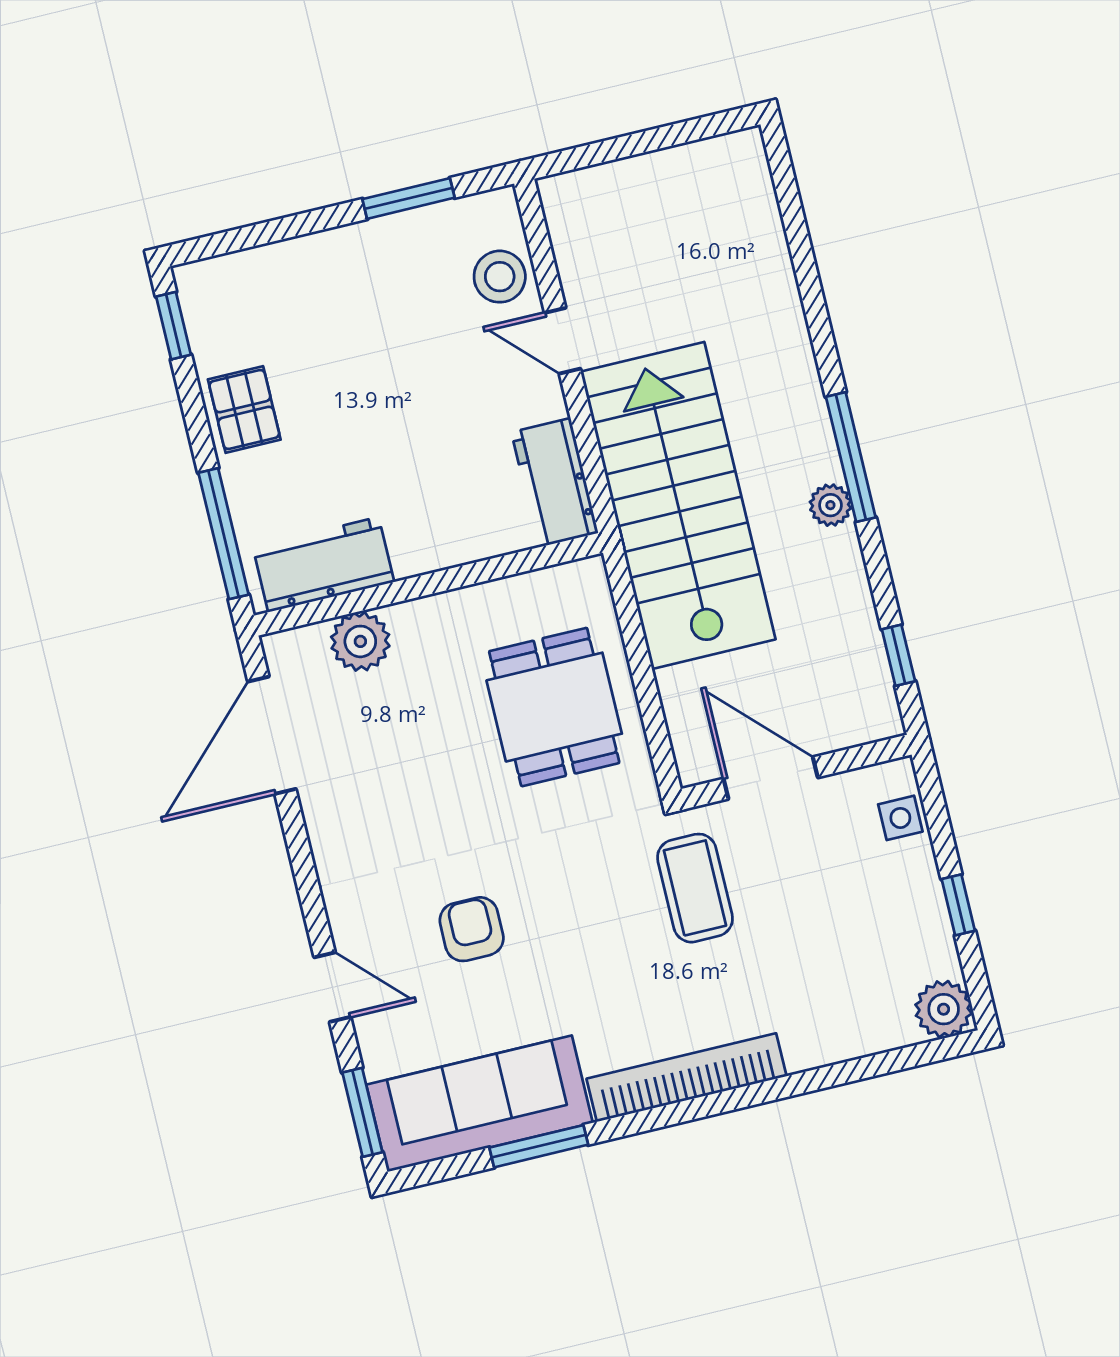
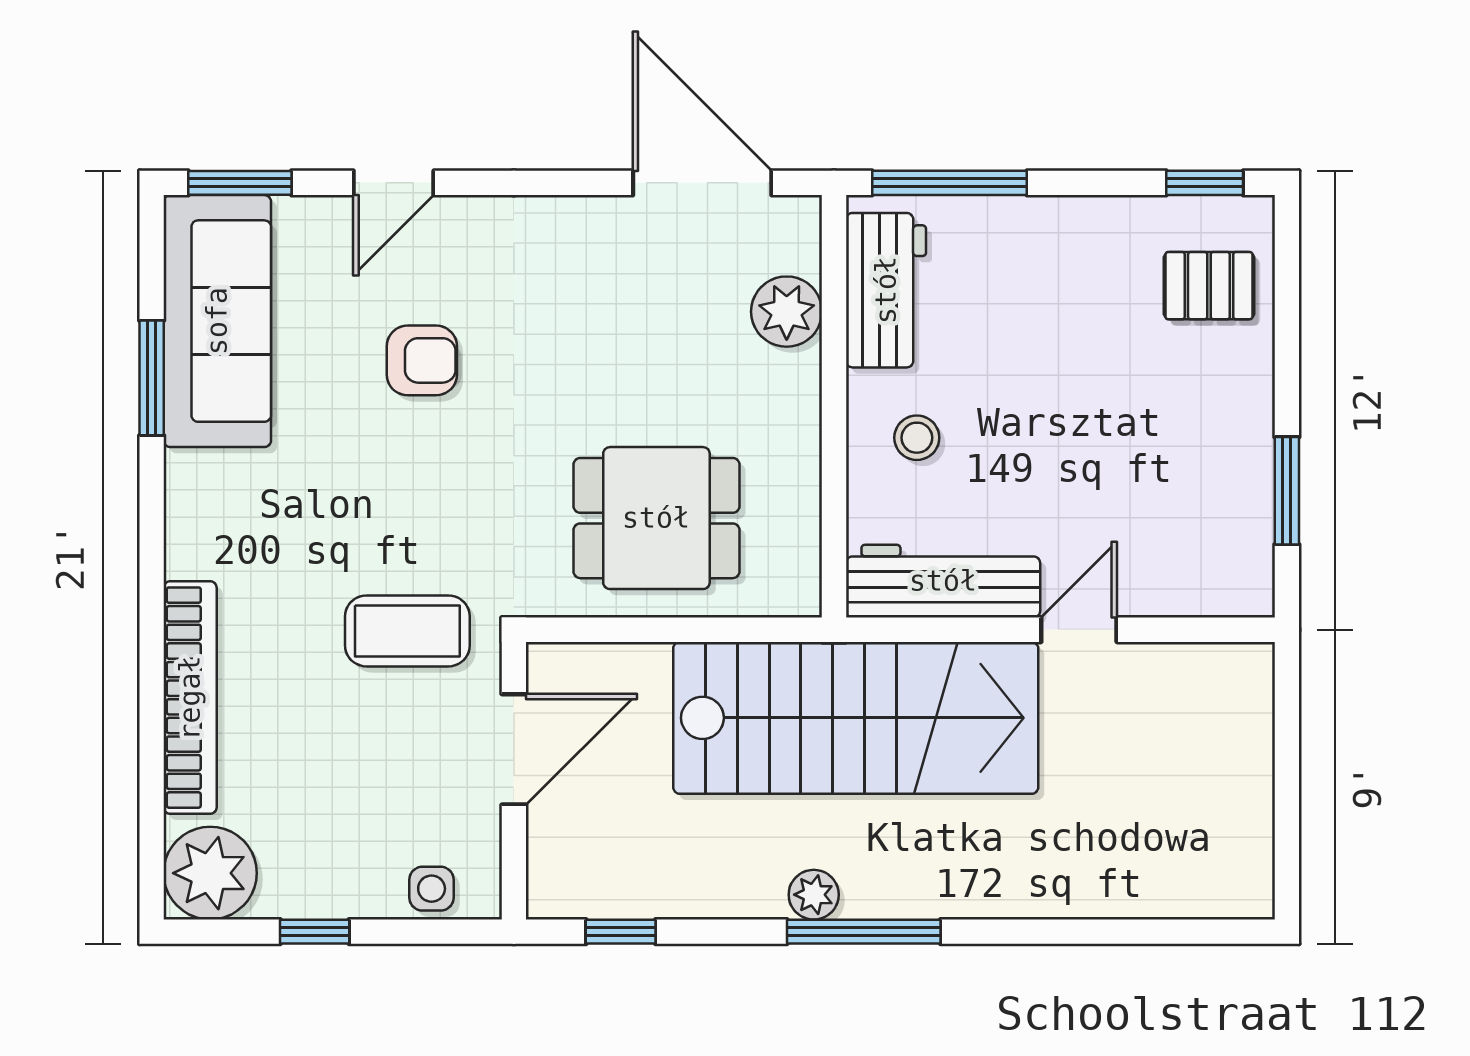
stool: (500, 277) -> (917, 438), moved, width x0.73, depth x0.73
pallet: (244, 409) -> (1209, 286), moved
workbench: (555, 483) -> (943, 581), width x1.38
plant: (944, 1009) -> (210, 873), width x1.36, depth x1.36
bookcase: (686, 1077) -> (190, 698), moved

